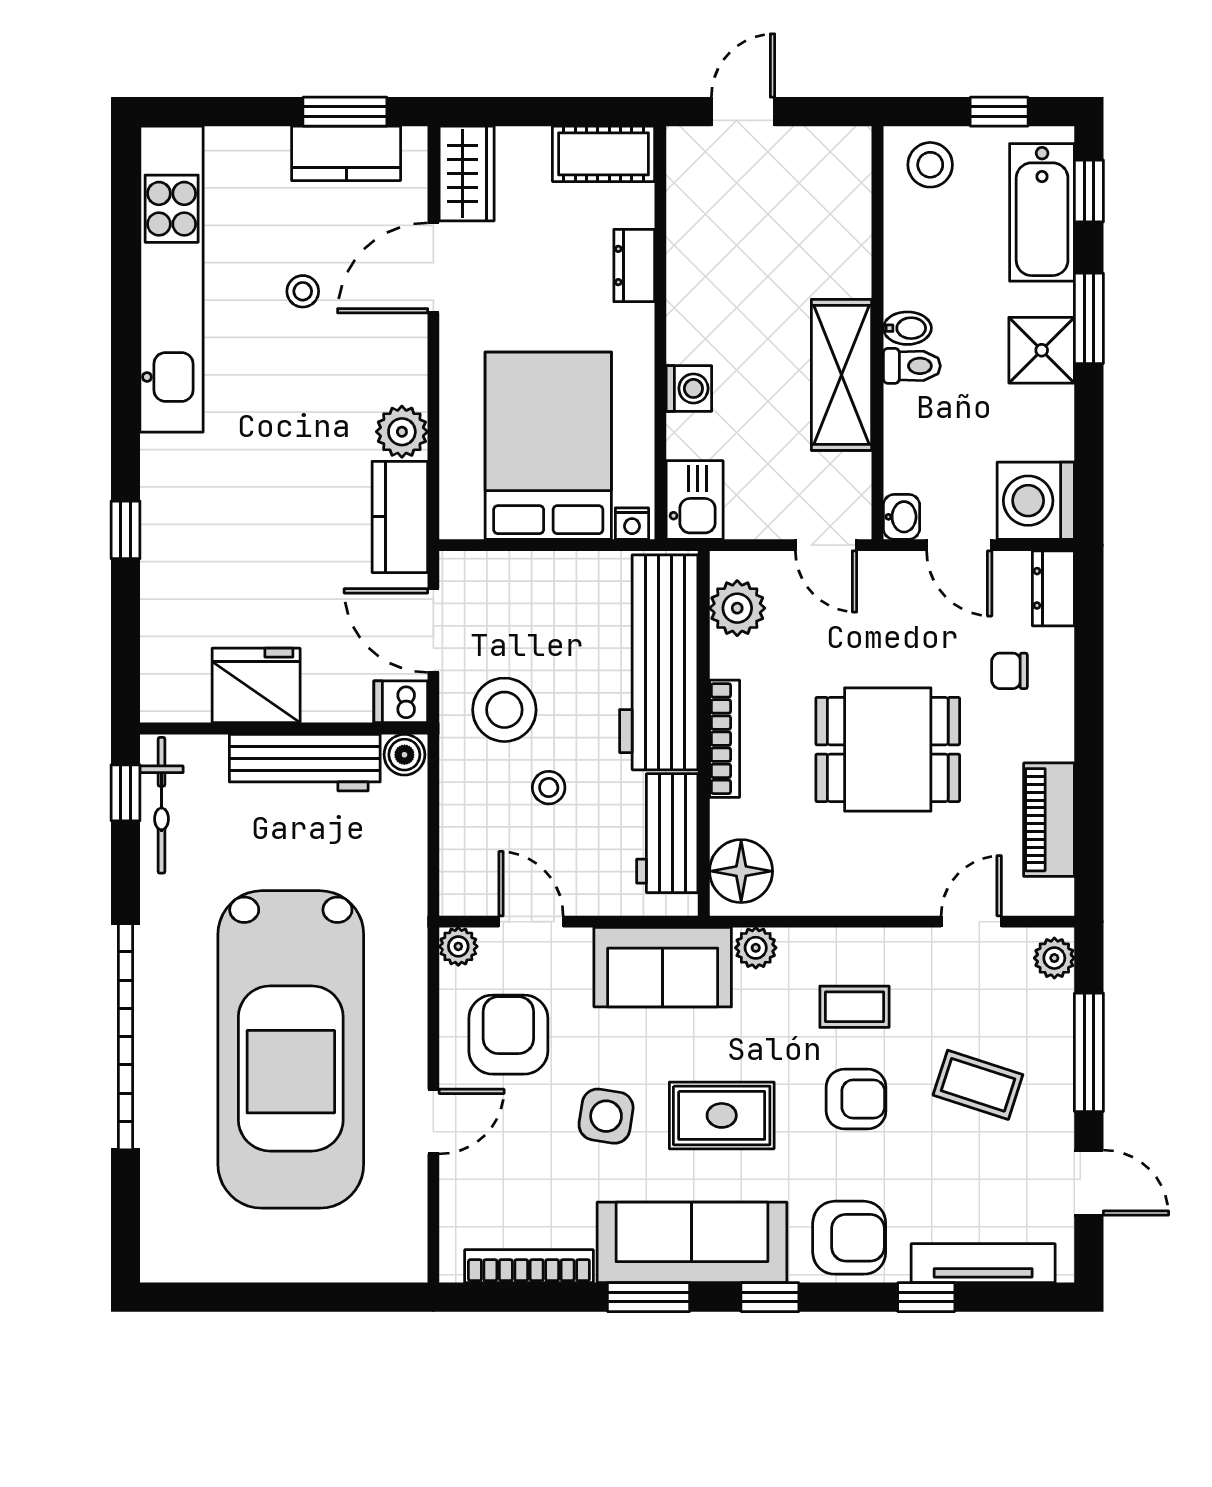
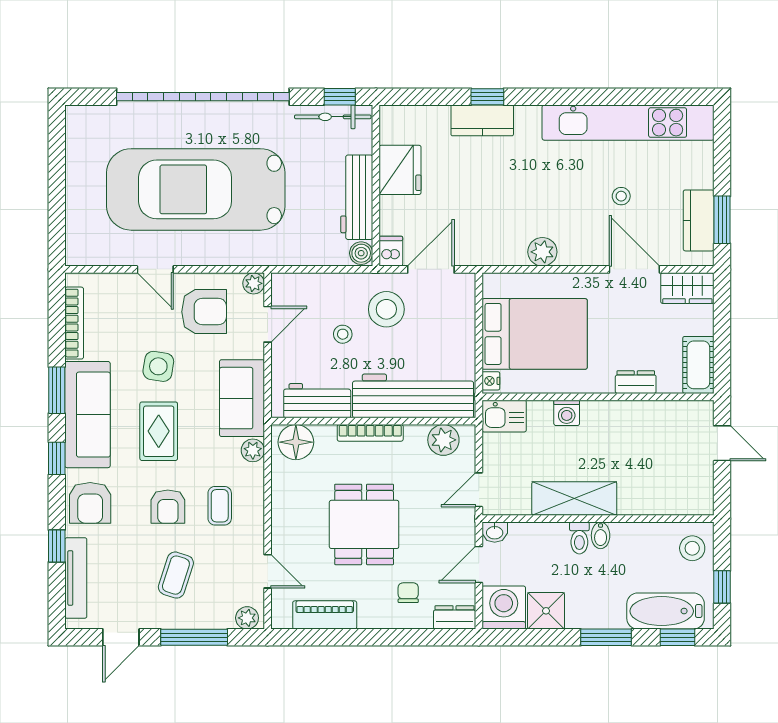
shower: (1042, 350) -> (546, 611), moved
kitchen counter: (400, 517) -> (482, 120), moved, turned 180
garage door: (125, 1037) -> (203, 97), width x1.36

